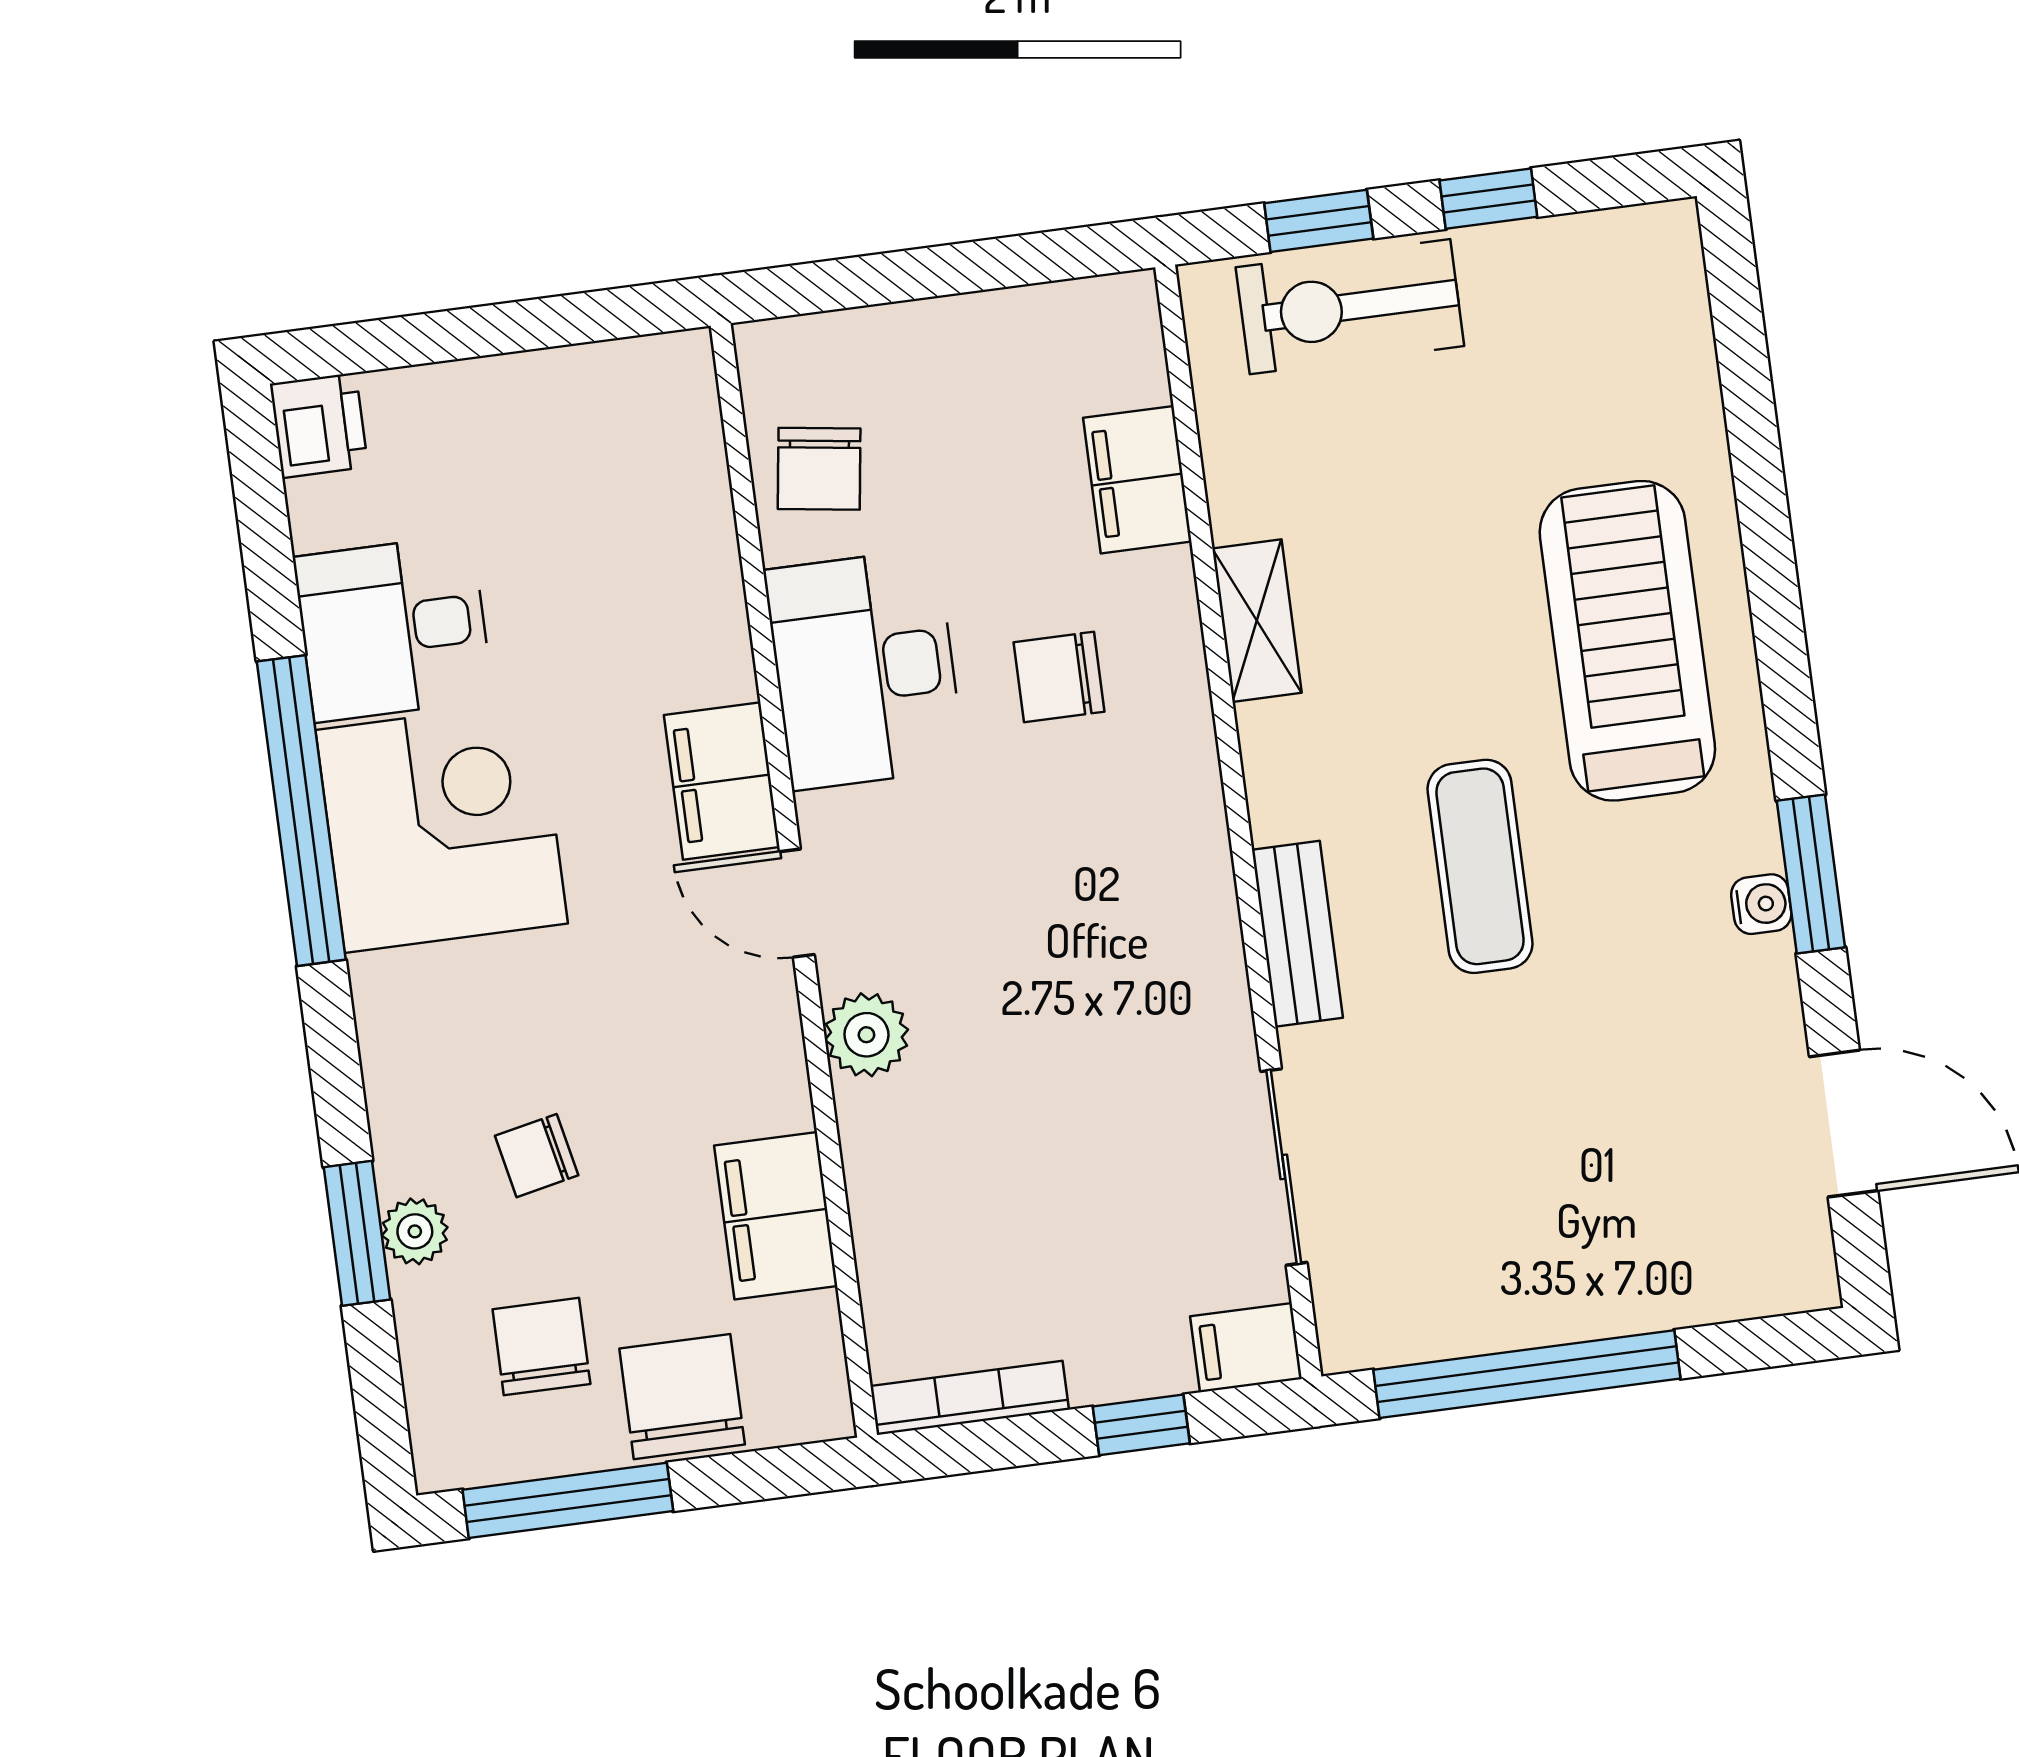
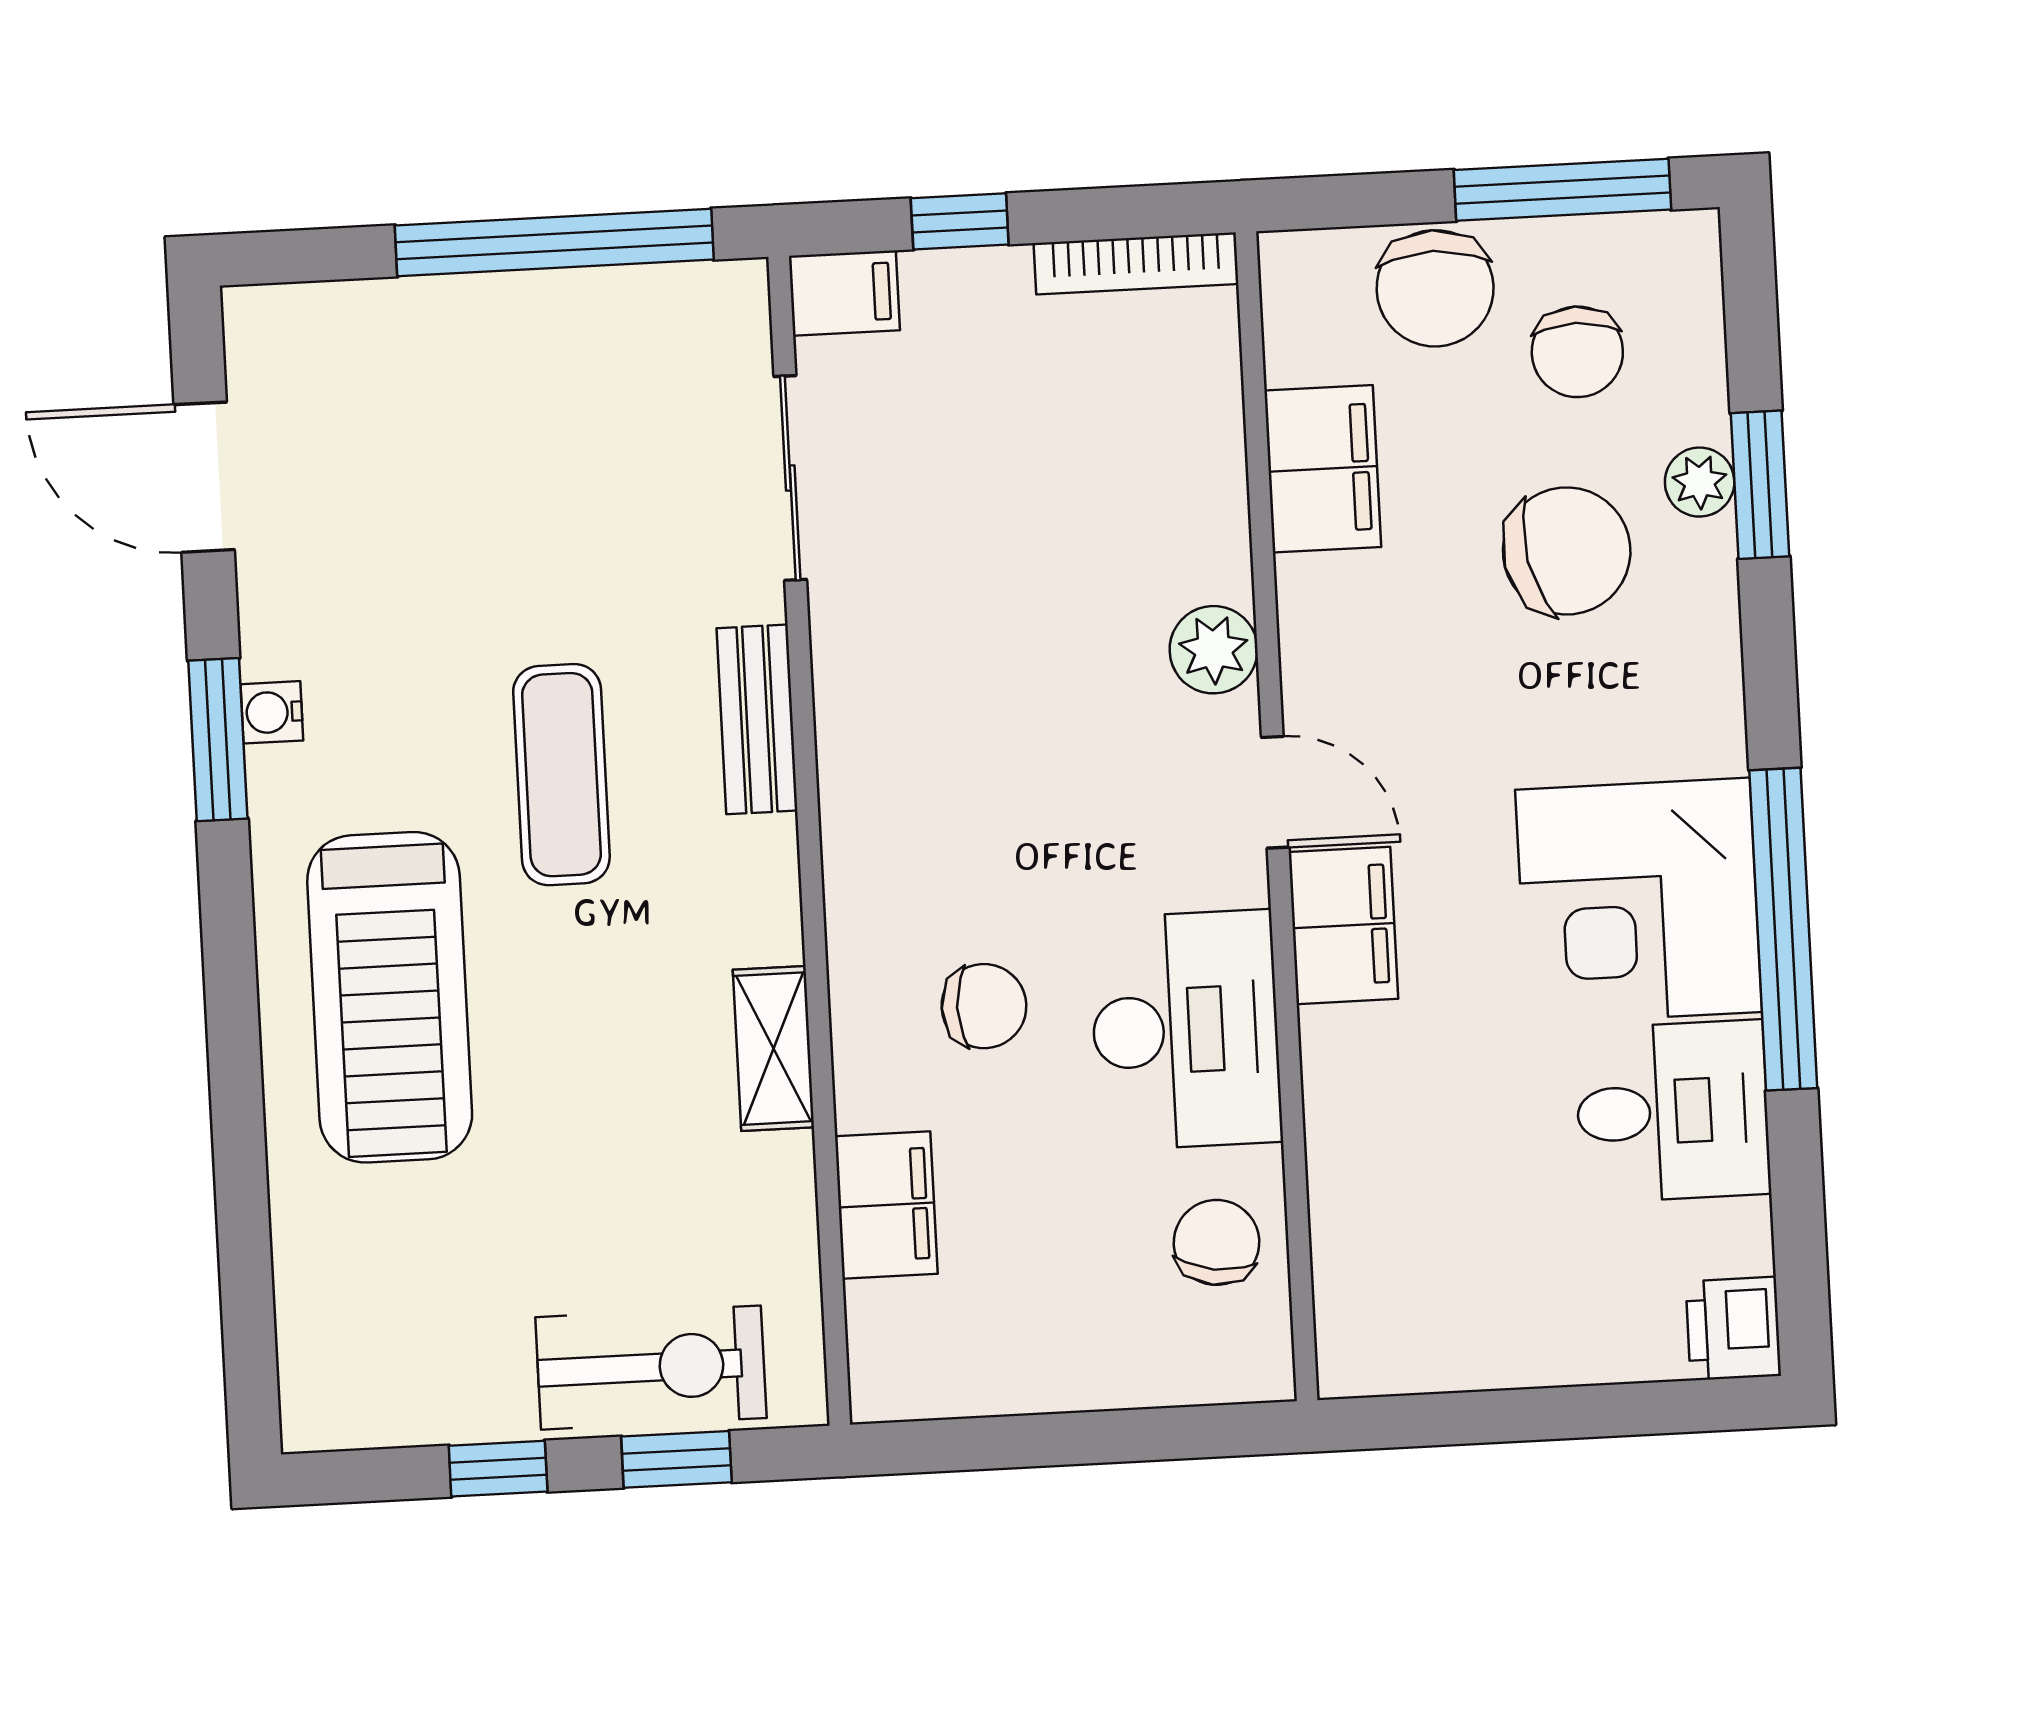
chair: (537, 1156) -> (1567, 551), width x1.87, depth x1.87

